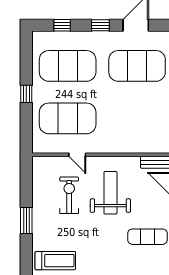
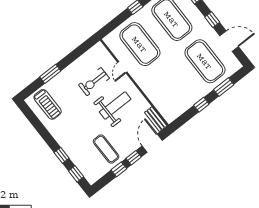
exercise bike: (69, 195) -> (94, 82), turned 180
window: (26, 221) -> (50, 74), moved

